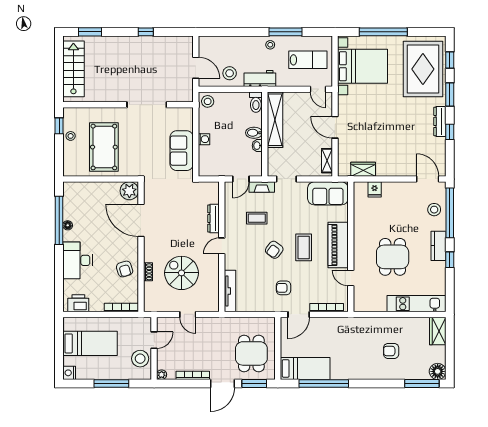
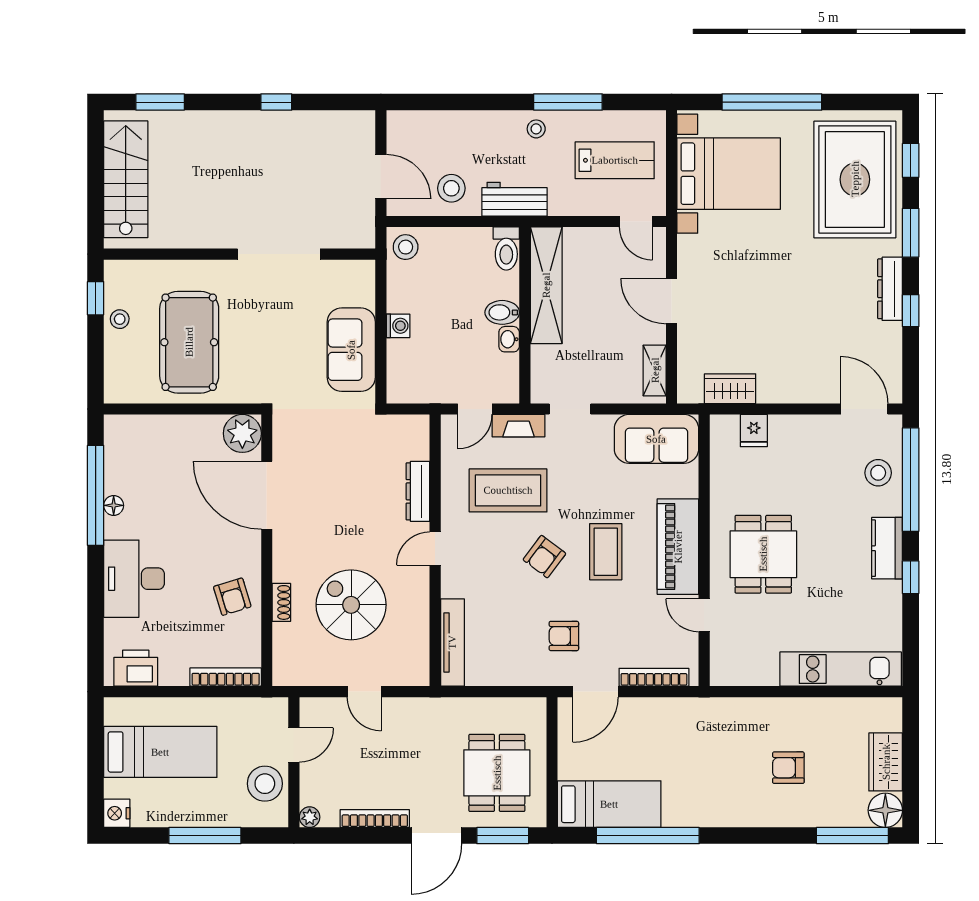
coffee table: (257, 218) -> (508, 490), width x1.86, depth x1.72
dining table: (393, 257) -> (763, 554), moved
wardrobe: (438, 331) -> (886, 762), moved

